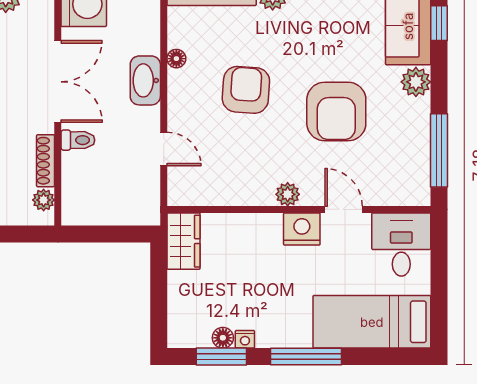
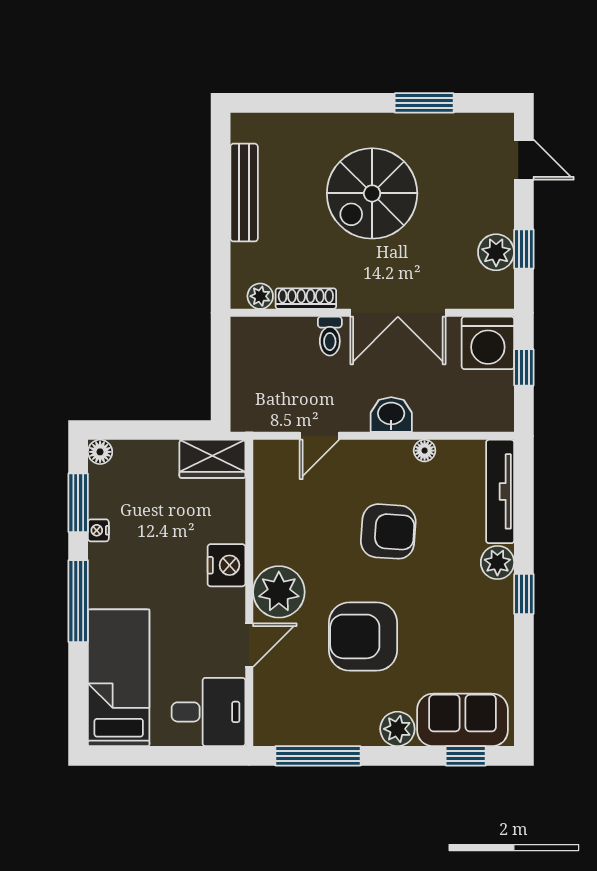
washbasin: (145, 80) -> (391, 414), width x0.72
plant: (288, 194) -> (279, 592), width x1.88, depth x1.88
nightstand: (302, 229) -> (226, 565), moved
floor lamp: (223, 338) -> (100, 452), moved

